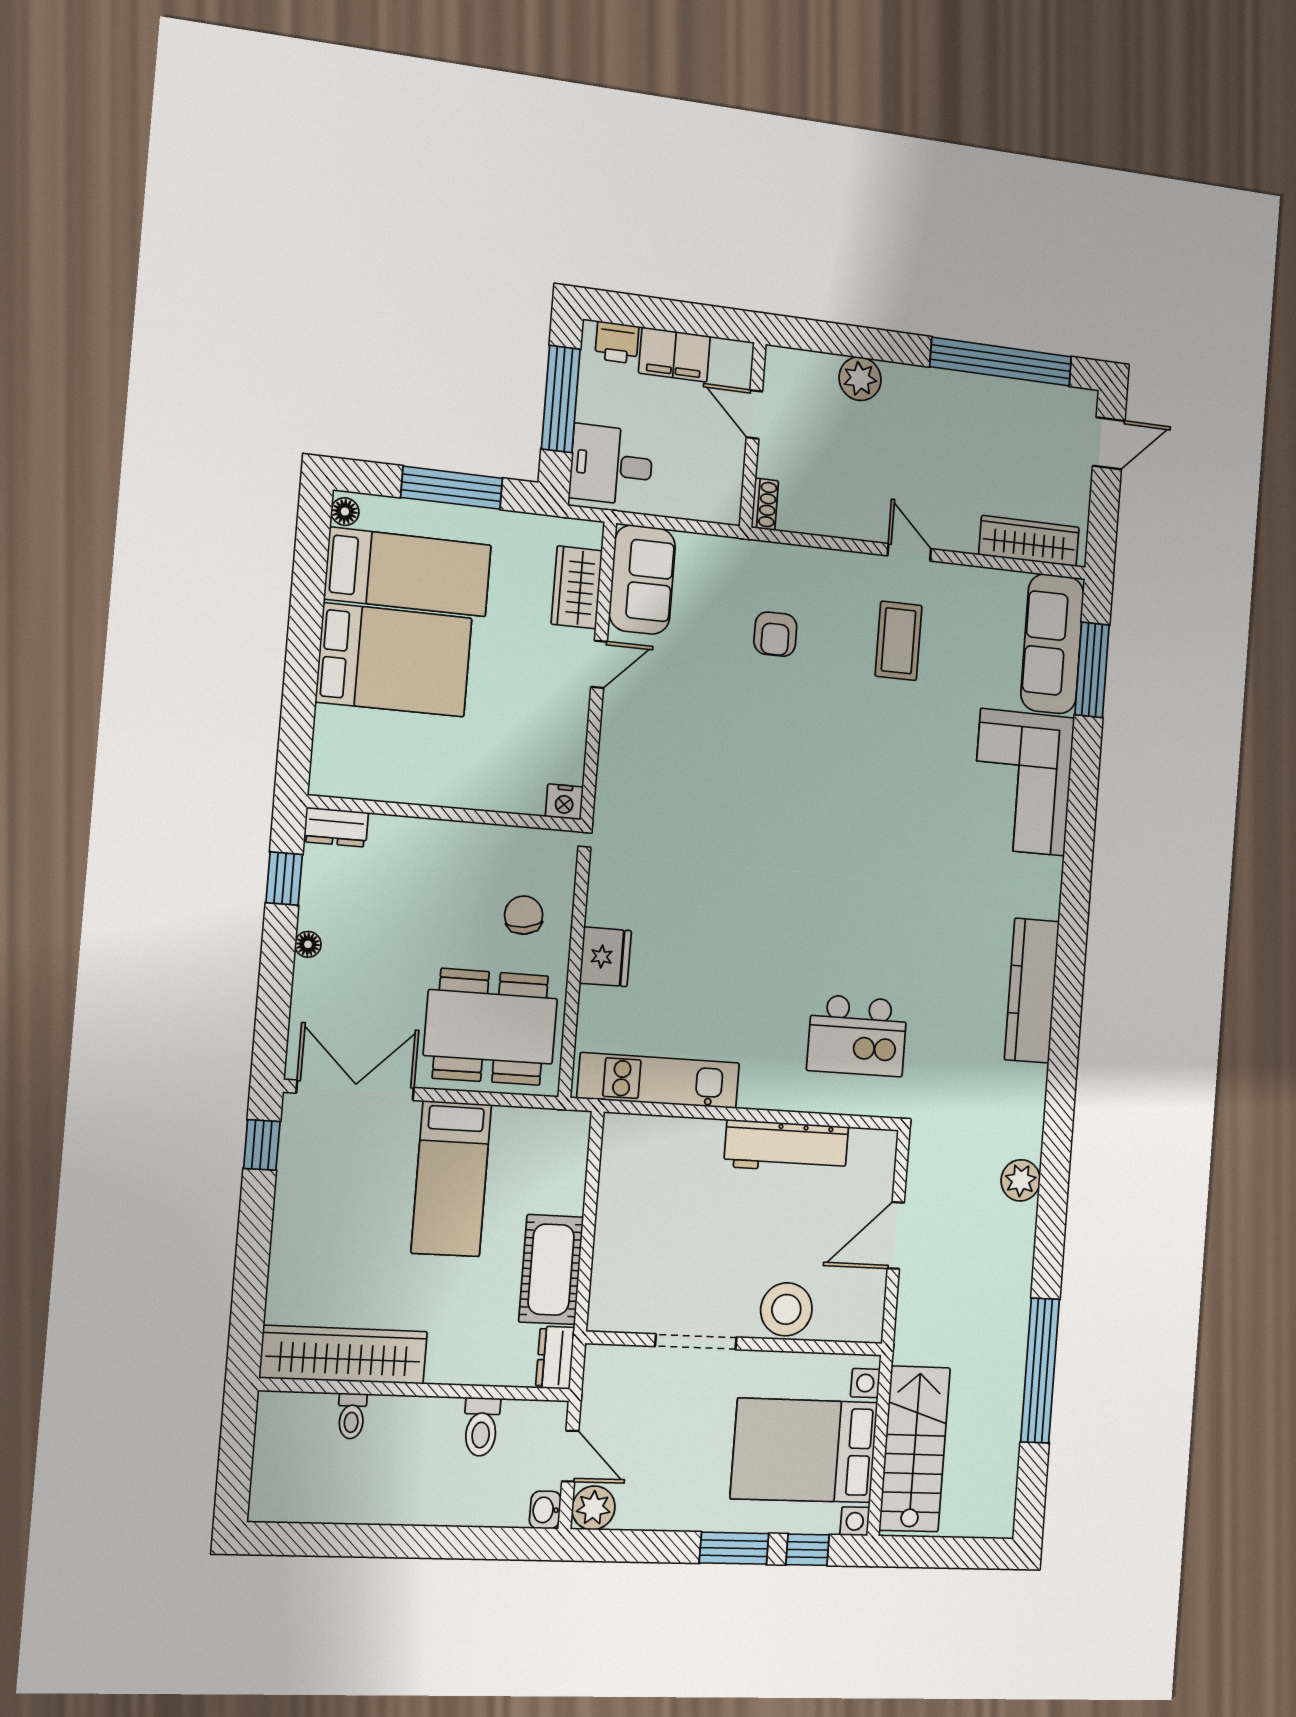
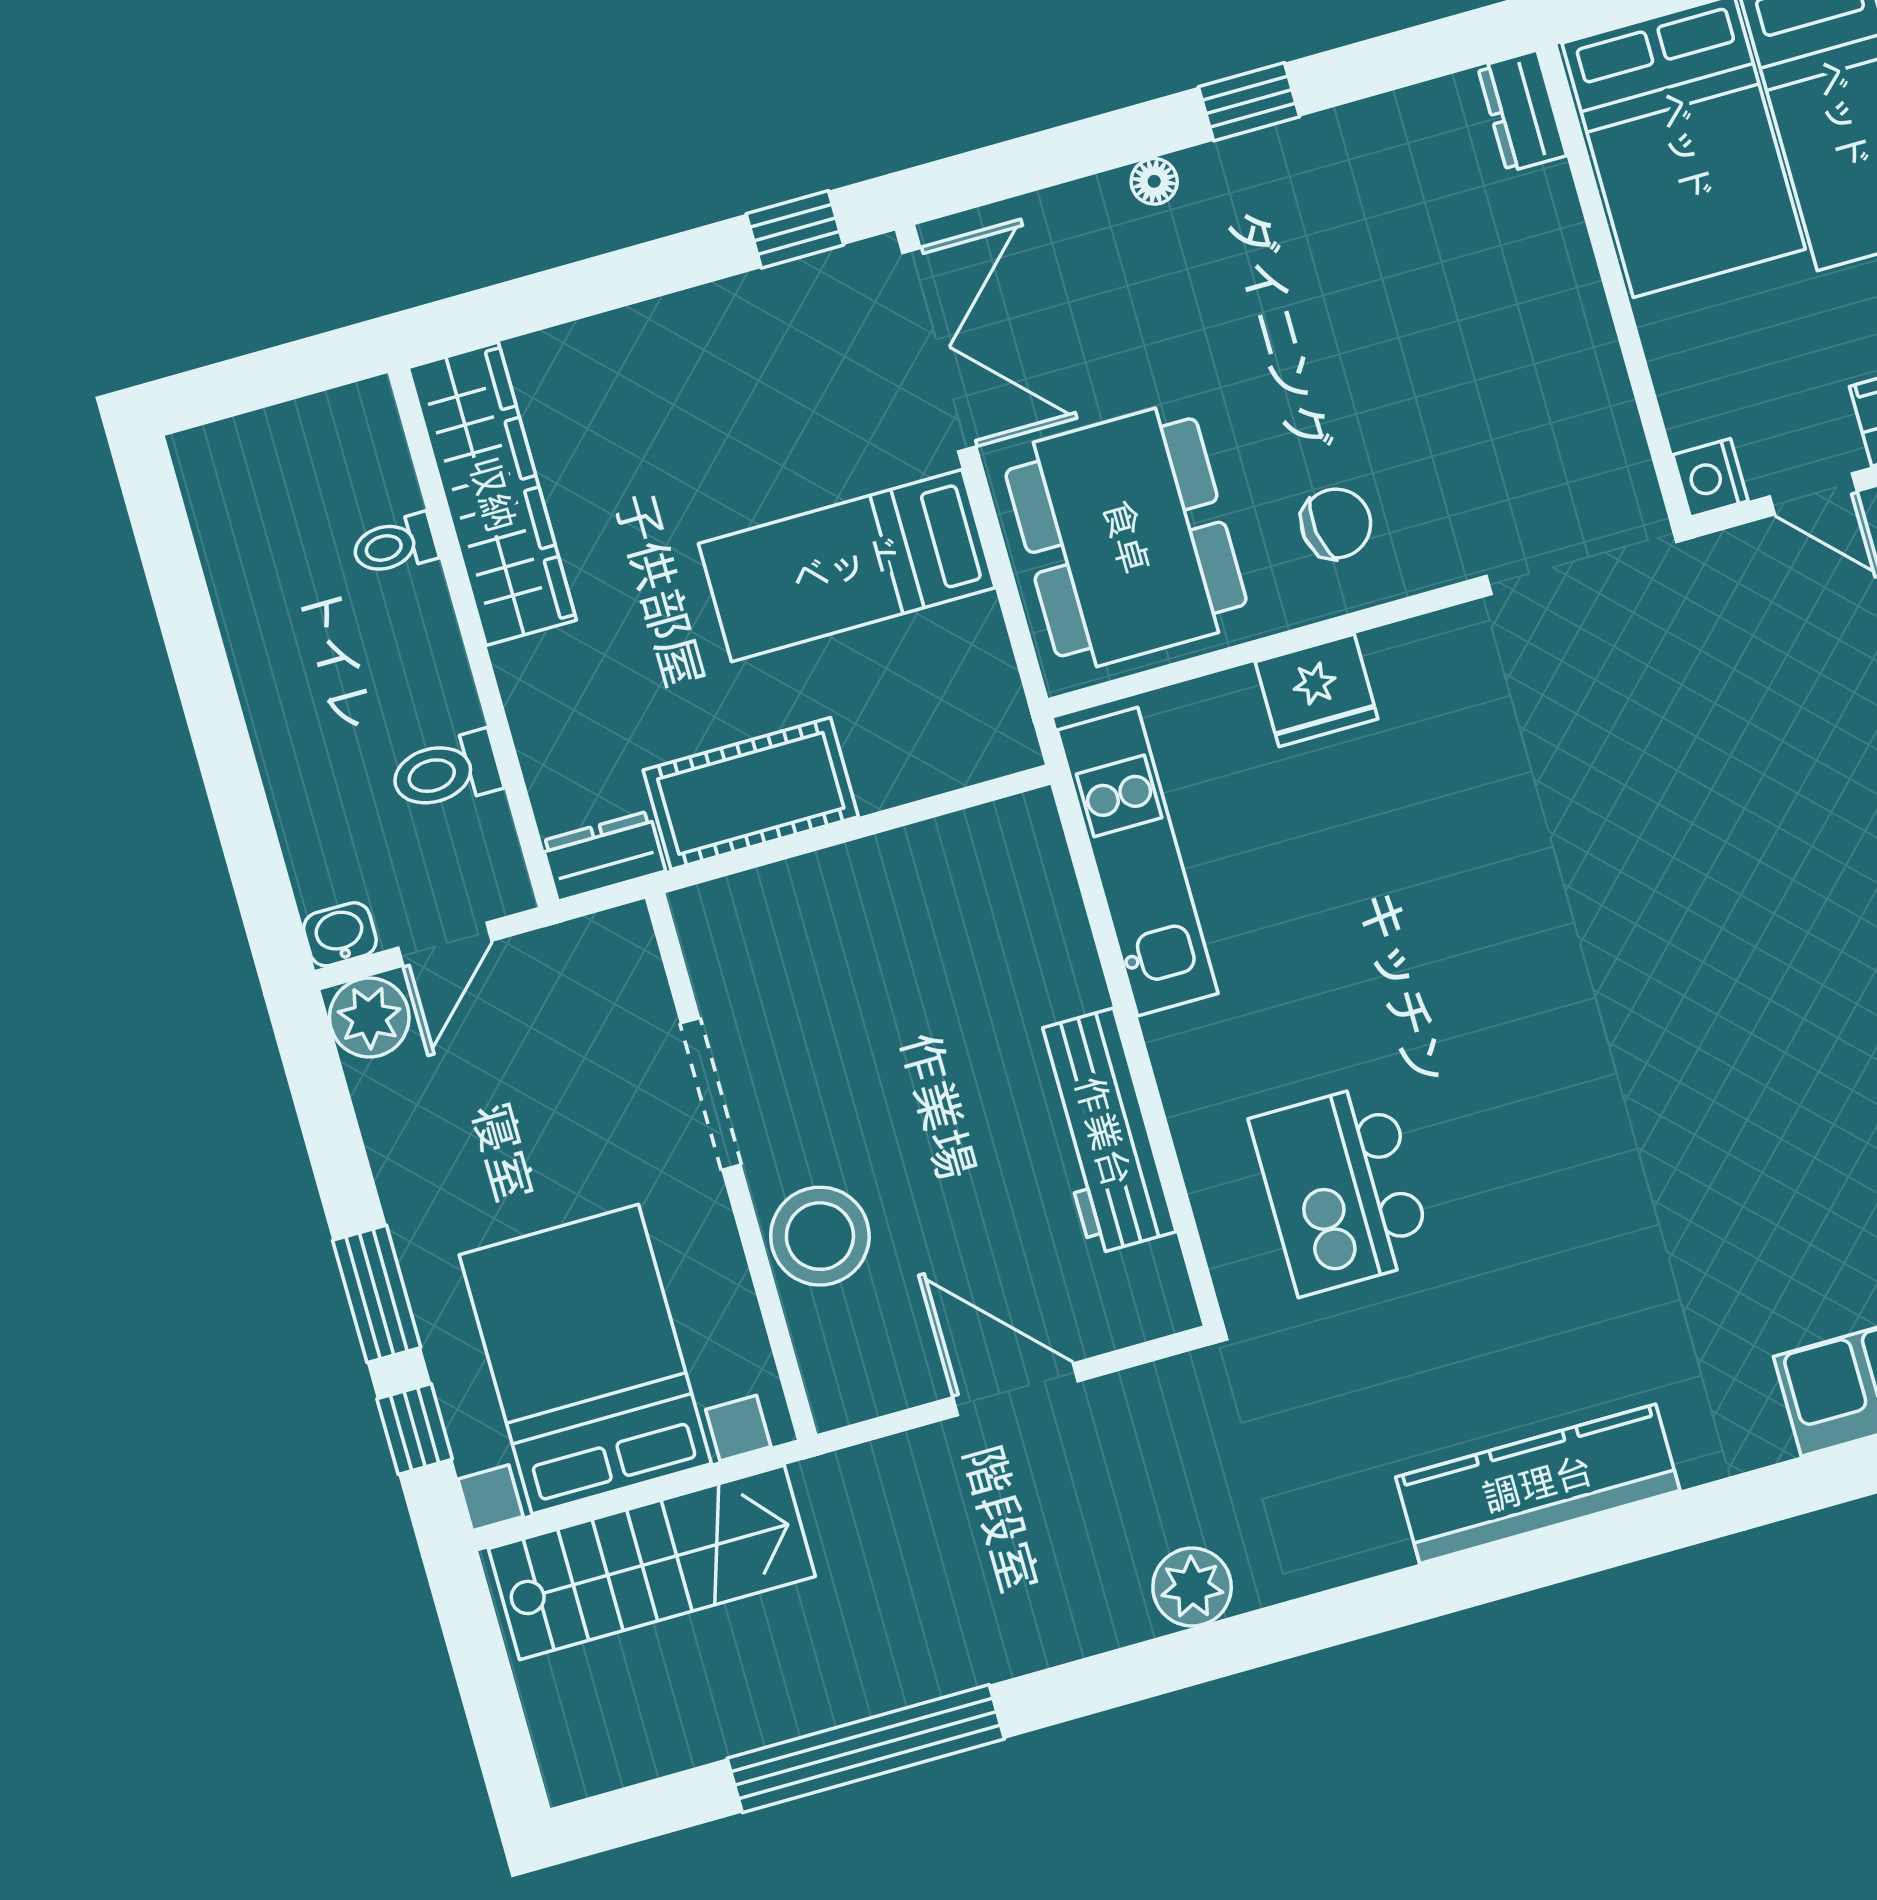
nightstand: (564, 802) -> (1710, 478), moved
wall: (445, 814) -> (1614, 284), moved
dresser: (336, 827) -> (1522, 111), moved

